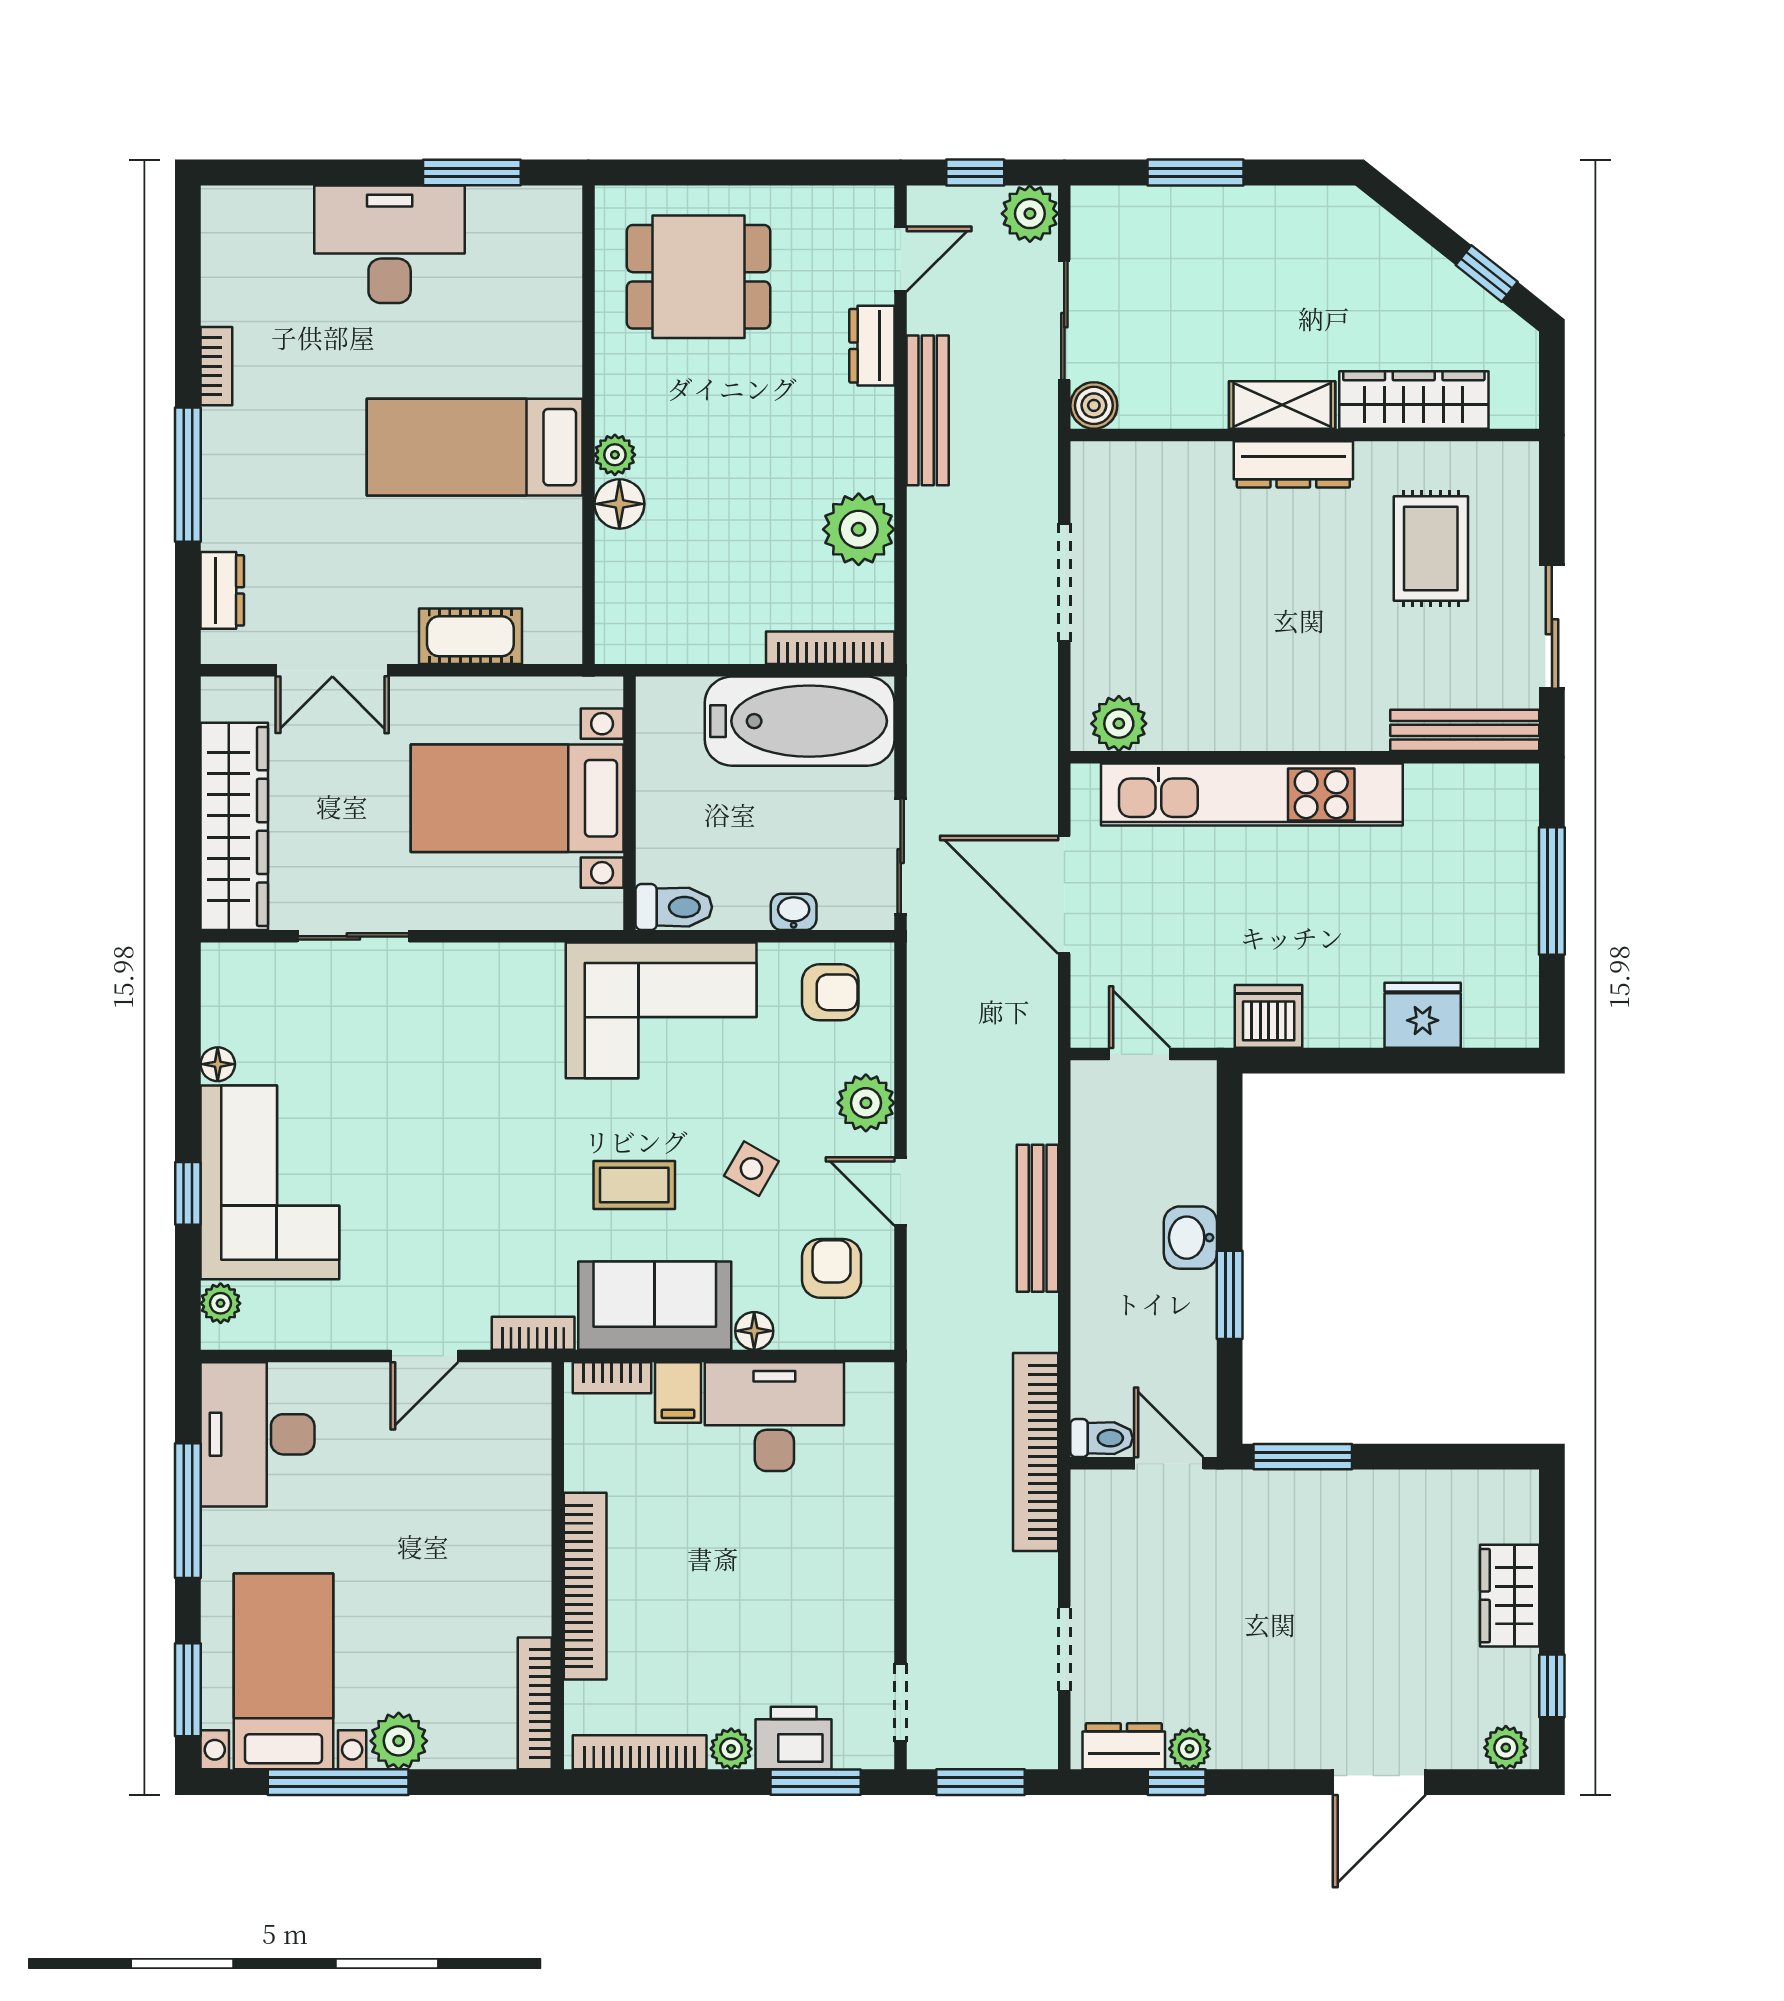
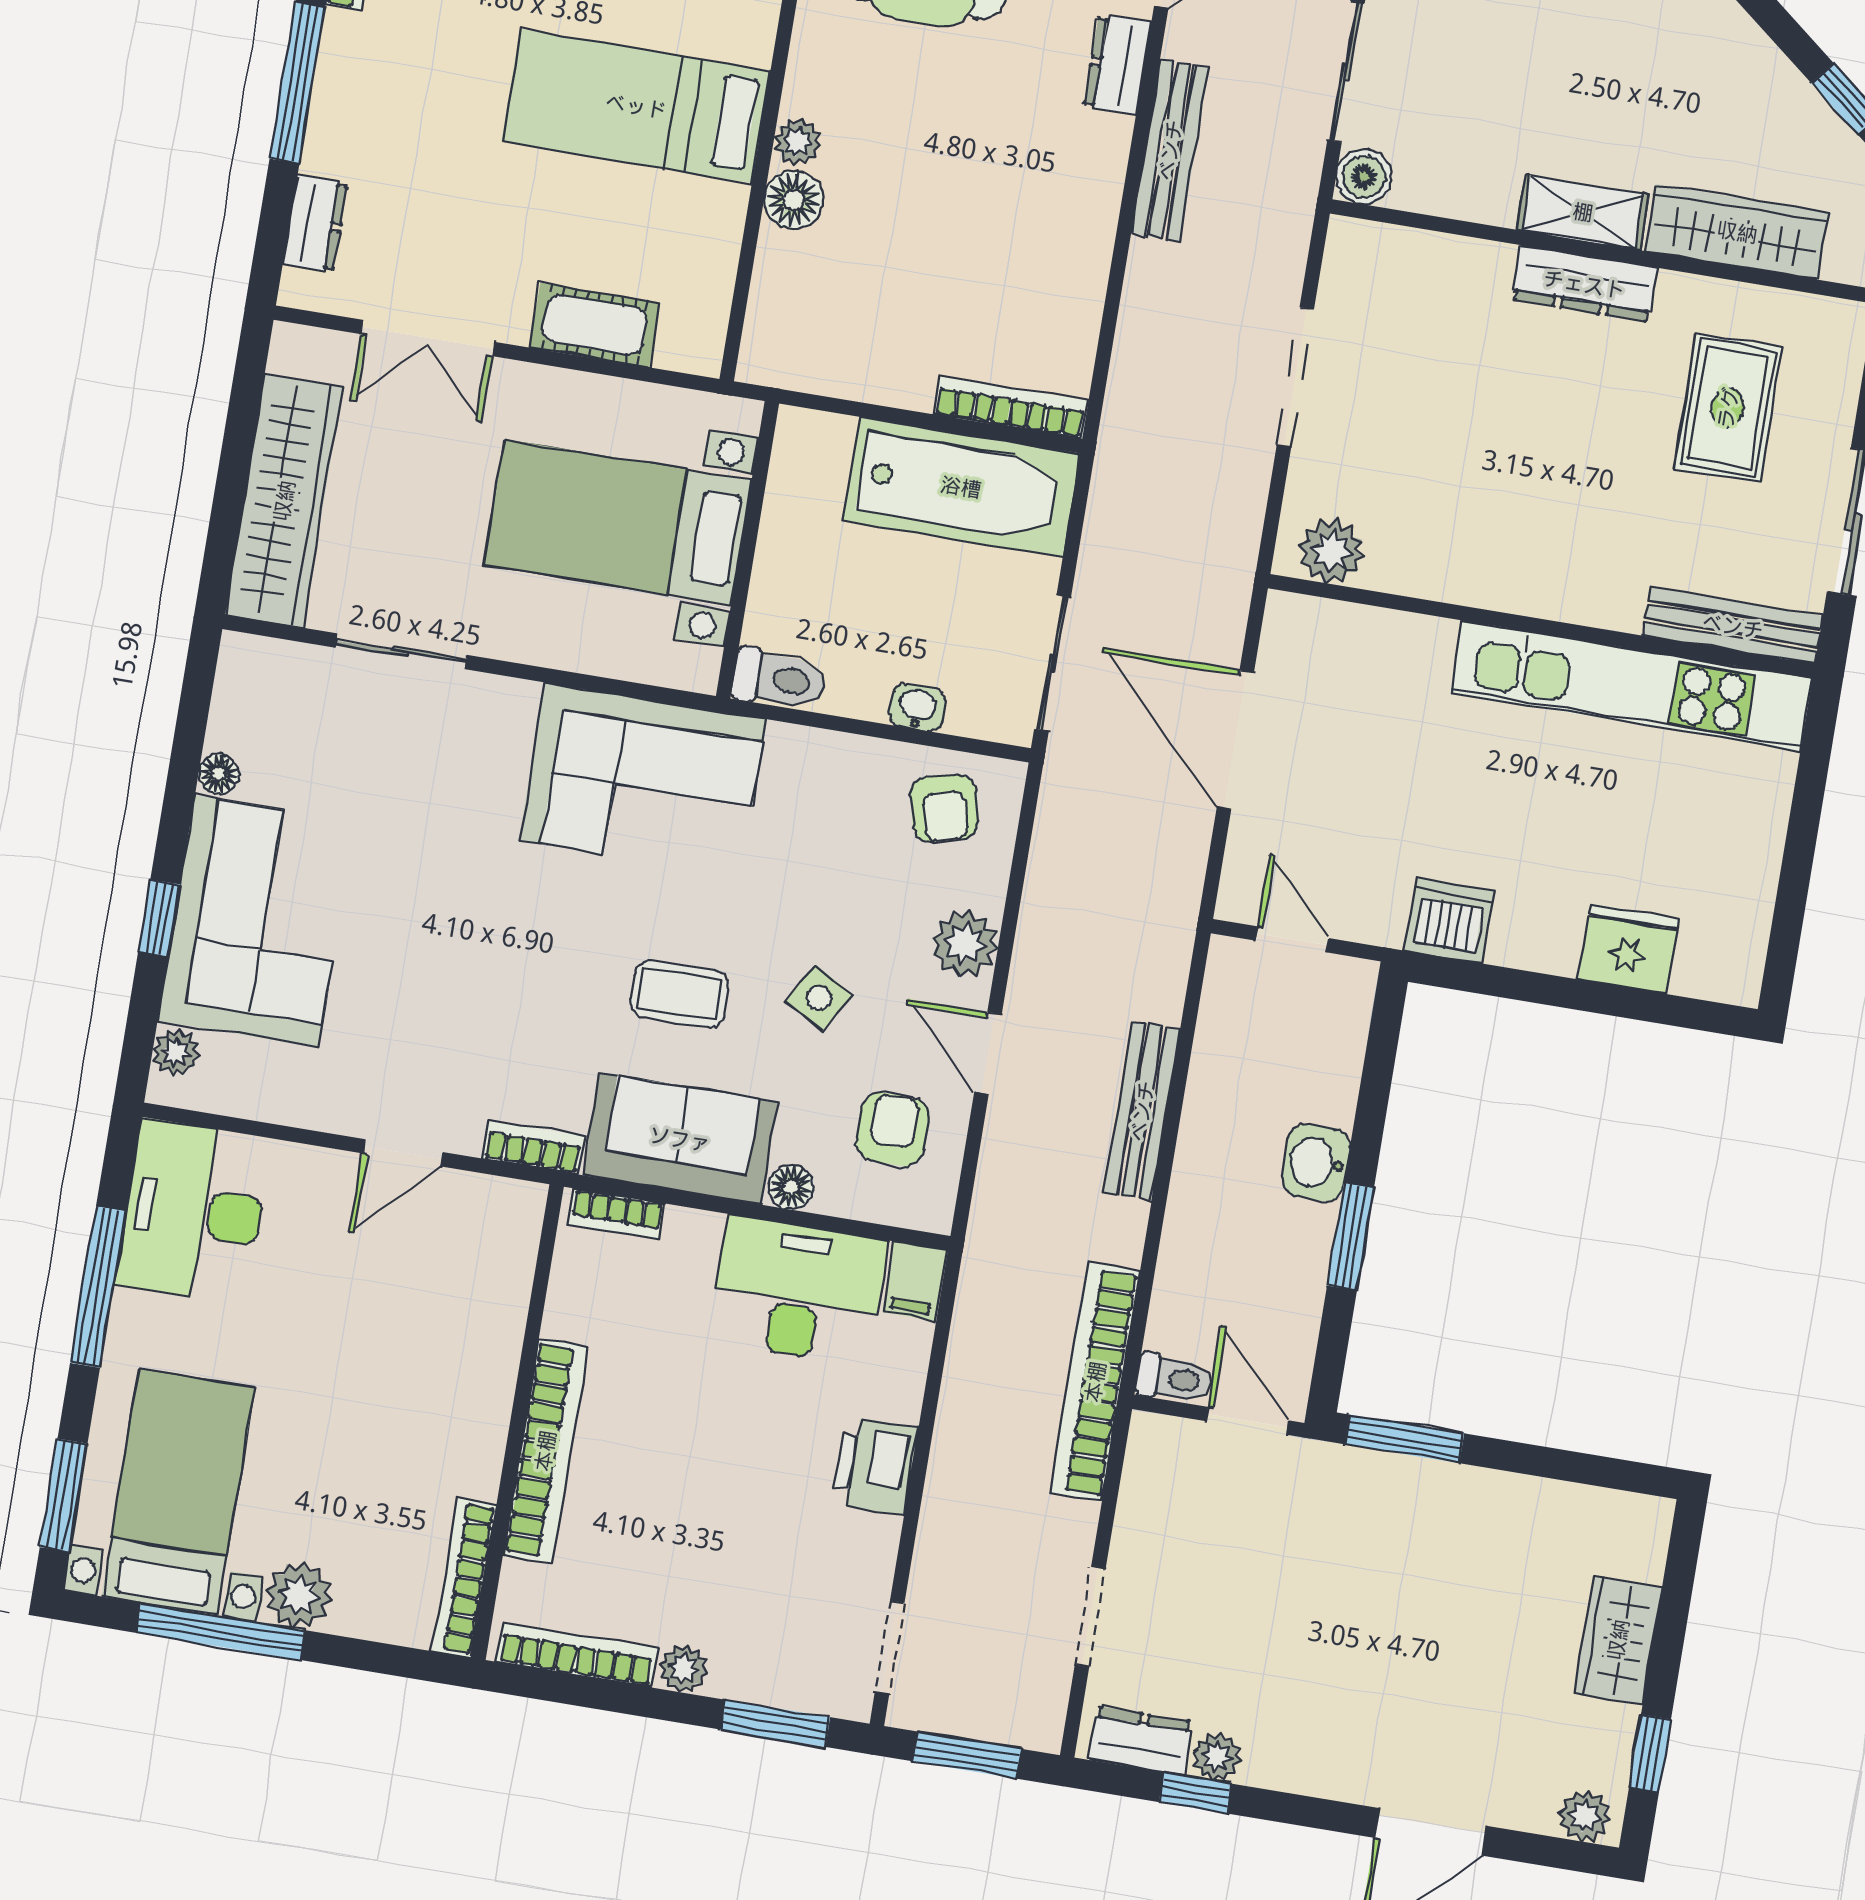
plant: (859, 529) -> (1067, 275), removed
kitchen unit: (1252, 795) -> (1631, 686), moved
window: (1552, 891) -> (1803, 829), removed
armchair: (830, 992) -> (945, 808), turned 76
corner sofa: (661, 1010) -> (643, 780), moved
filing cabinet: (678, 1392) -> (915, 1281), moved
printer: (794, 1738) -> (875, 1466), moved, turned -90

